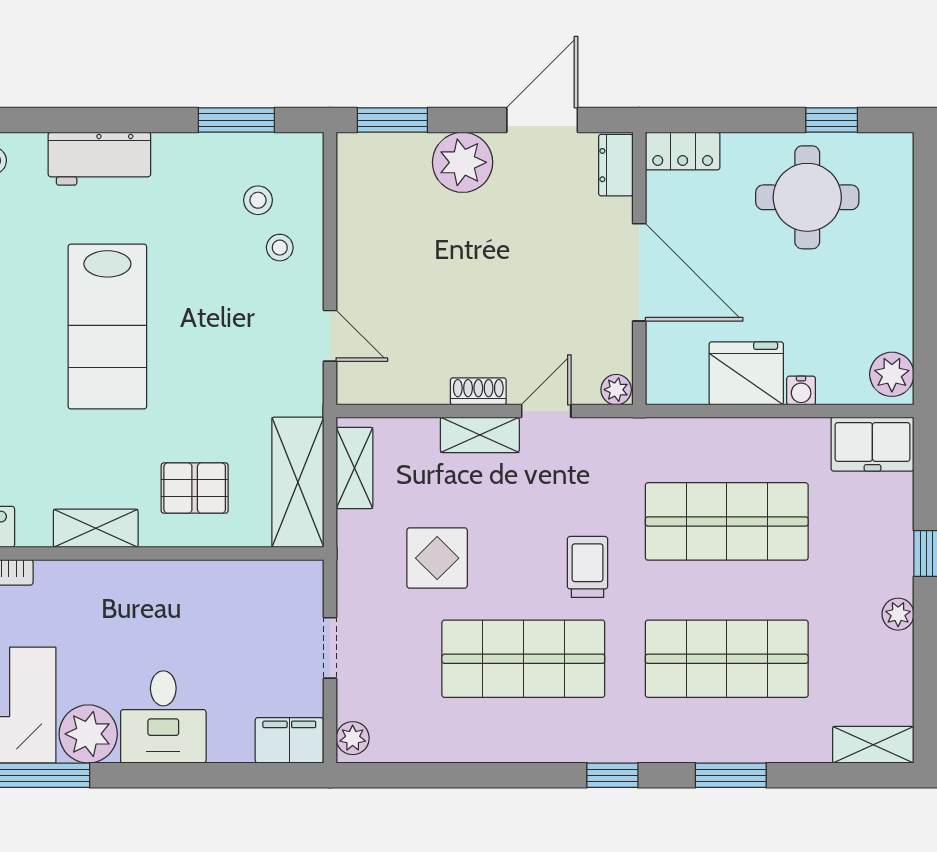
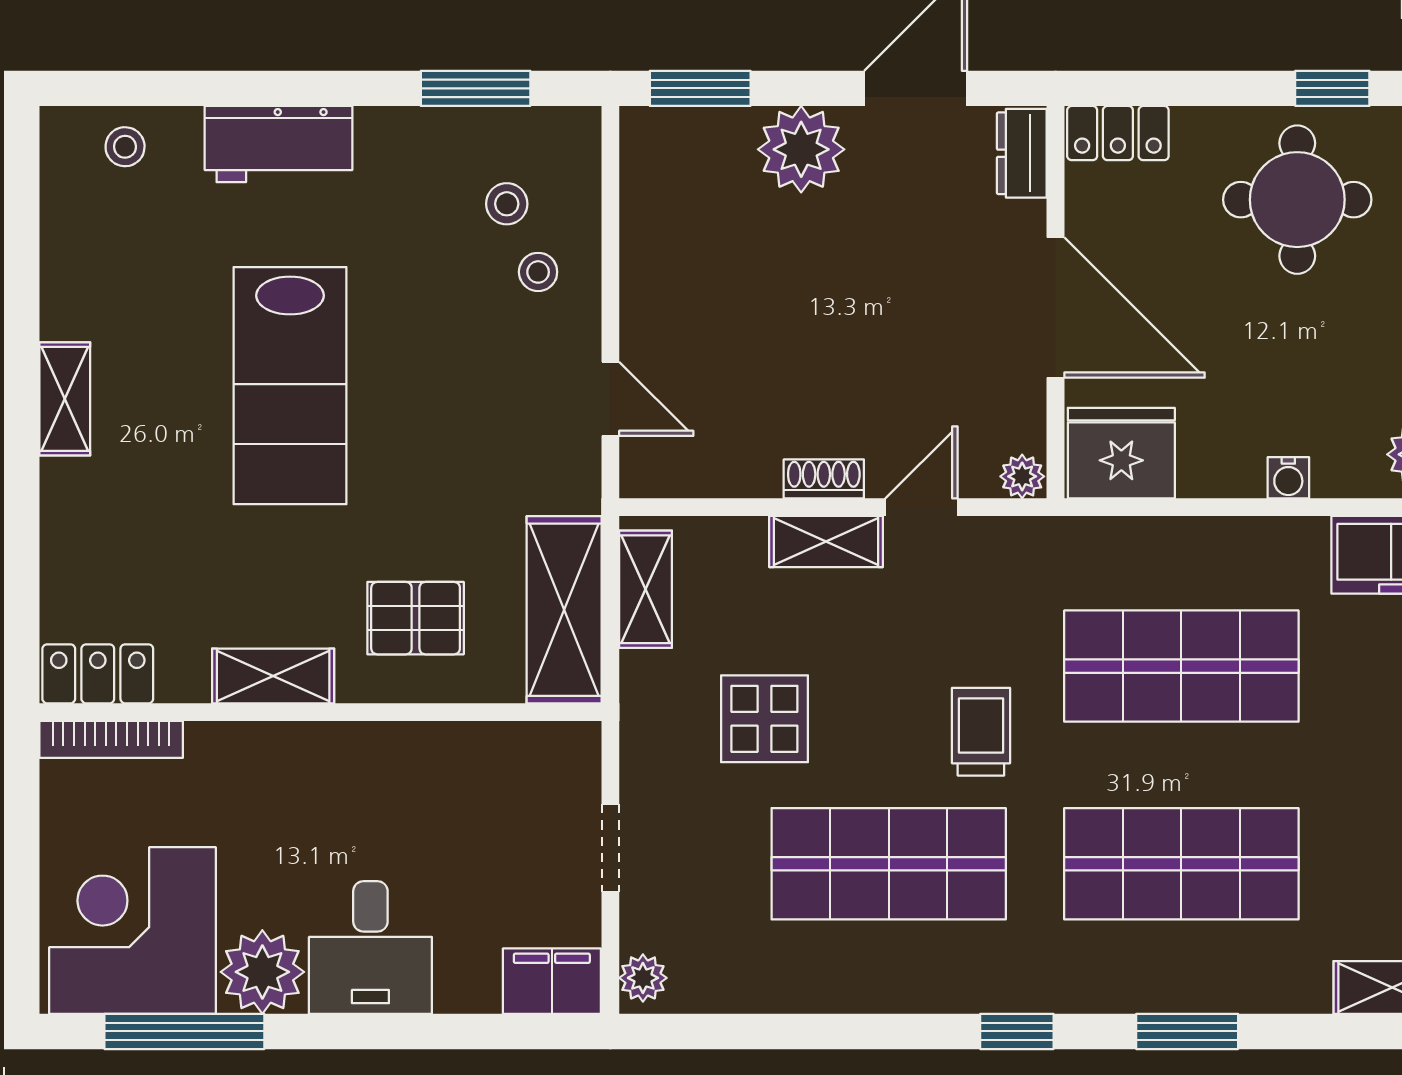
fridge: (746, 373) -> (1121, 453), moved

